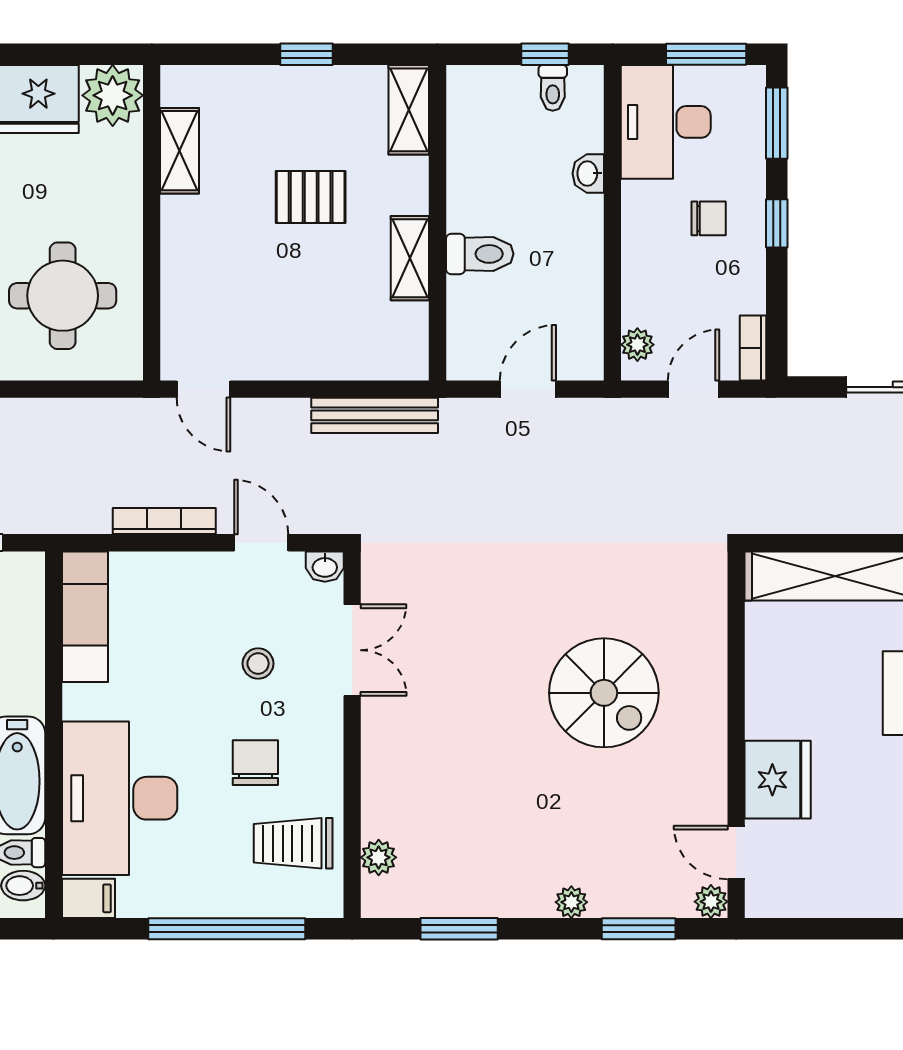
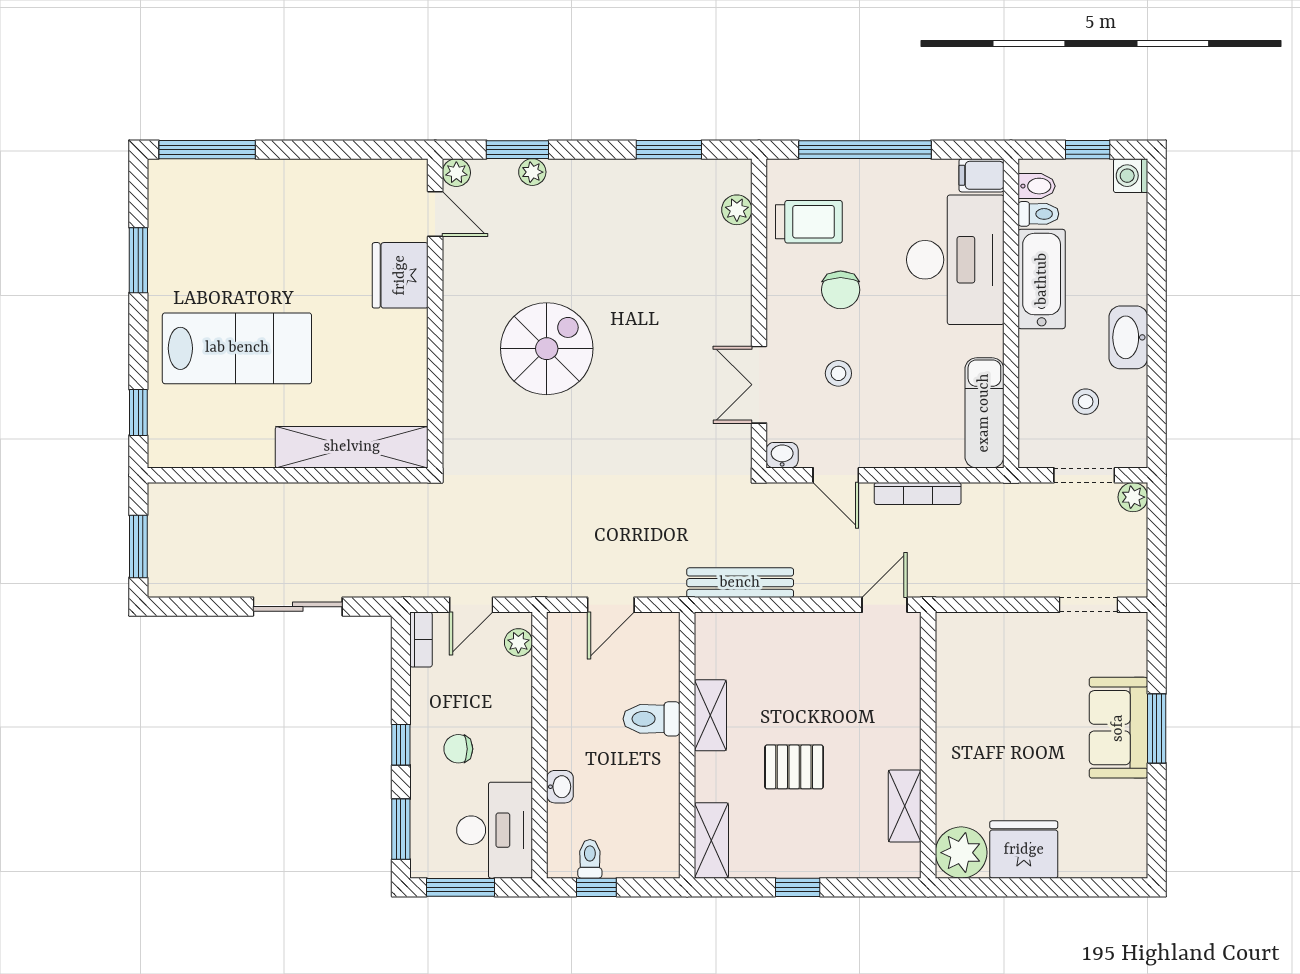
round table: (63, 296) -> (1003, 684), removed
door: (203, 389) -> (885, 605), hinge flipped
spiral stairs: (604, 693) -> (547, 349), turned 90
plant: (571, 902) -> (532, 172), moved

